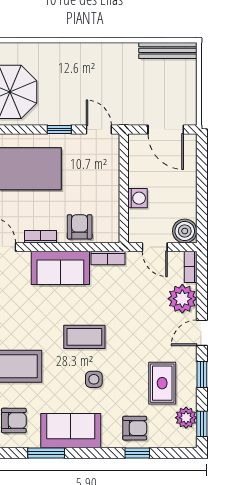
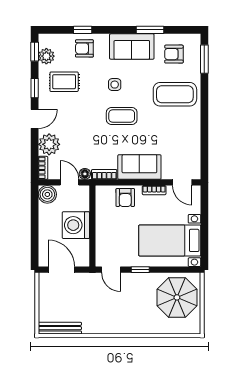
washing machine: (138, 198) -> (76, 225), width x1.89, depth x1.89
floor lamp: (134, 259) -> (85, 174), added
rug: (162, 383) -> (64, 82), turned 90

